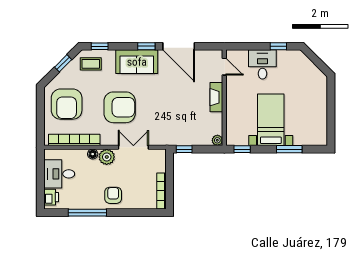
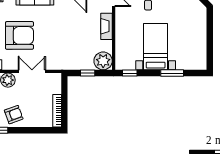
plant: (217, 140) -> (103, 61), width x1.87, depth x1.87
window: (184, 149) -> (88, 73), moved
armchair: (113, 195) -> (14, 115), turned 70

